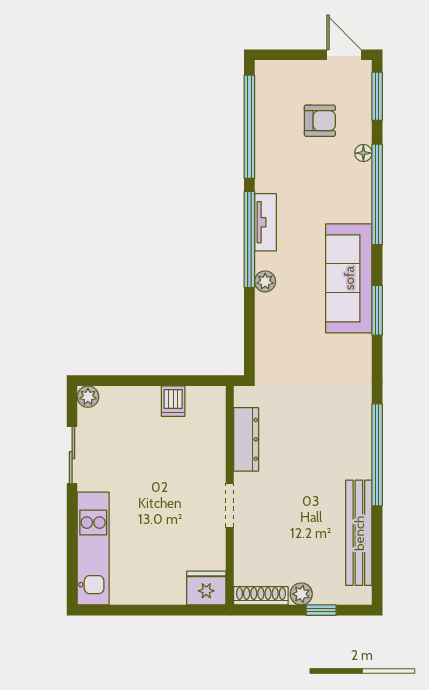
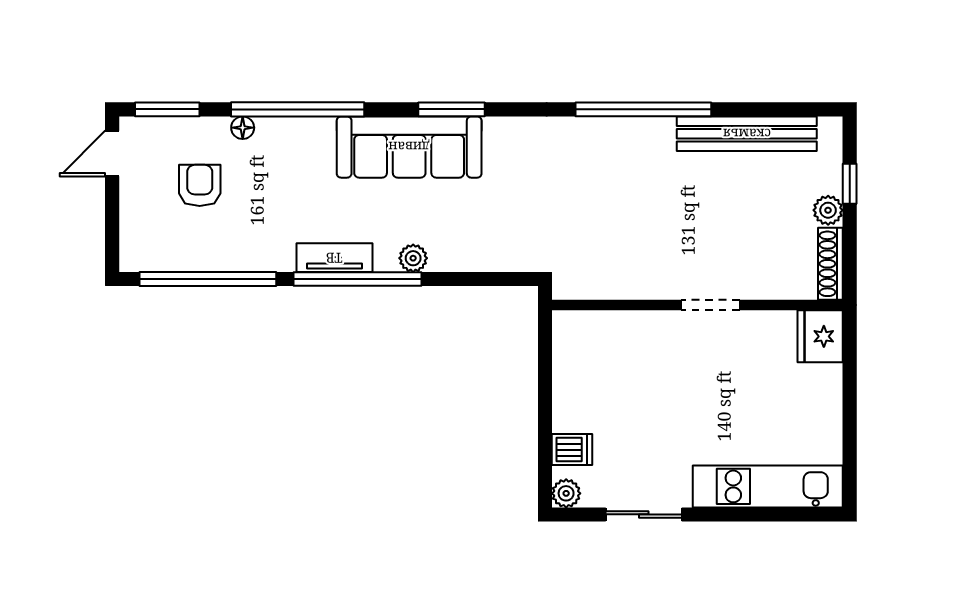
dishwasher: (173, 401) -> (572, 450), moved
dresser: (246, 439) -> (623, 283), removed

